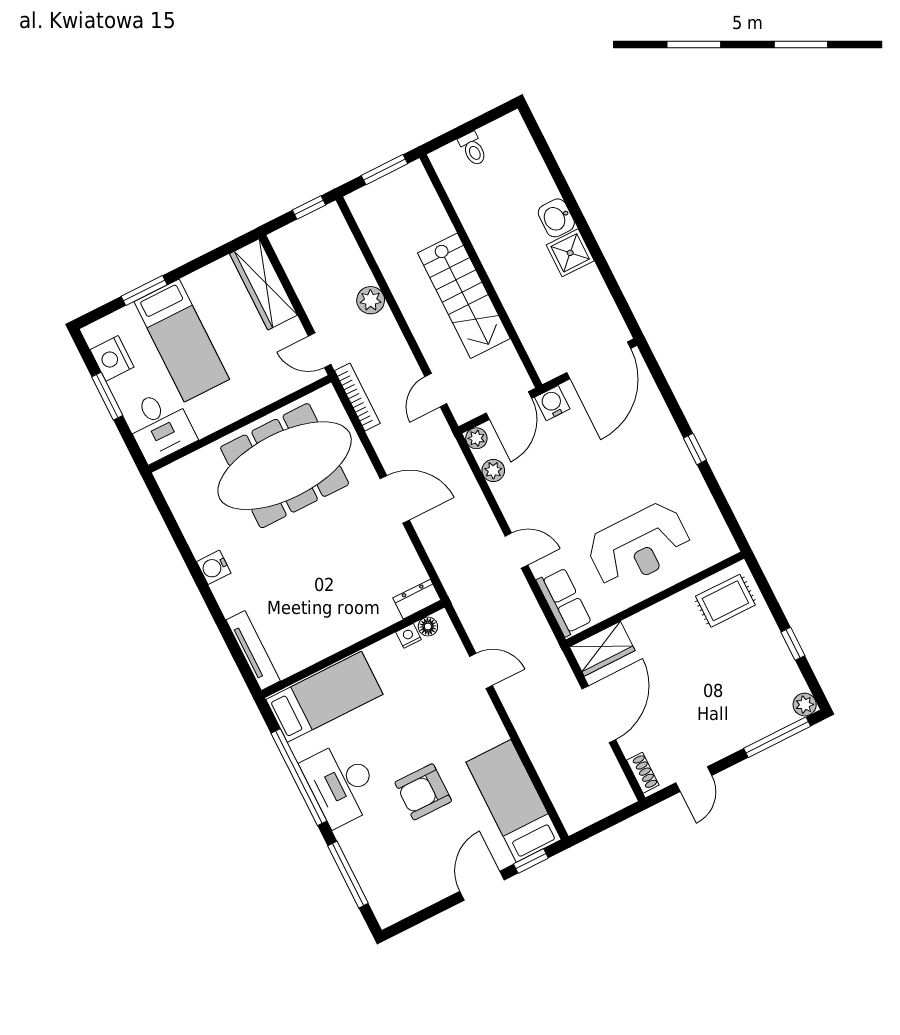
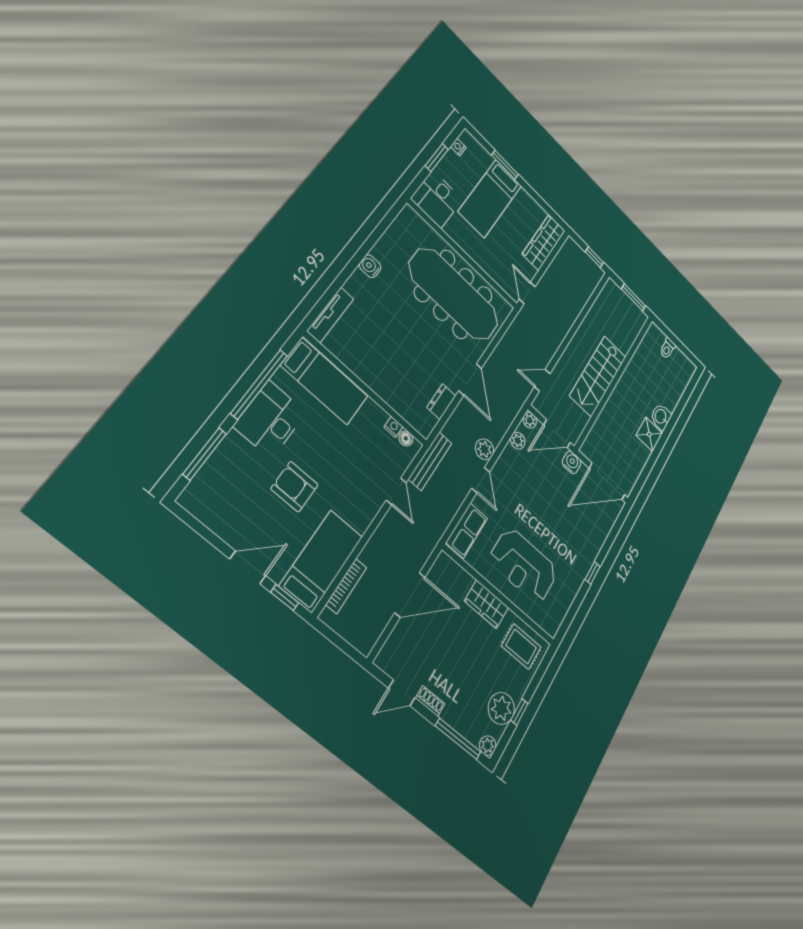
plant: (371, 300) -> (485, 449), moved
nightstand: (112, 358) -> (458, 147), width x0.53, depth x0.56
bookcase: (357, 397) -> (346, 586), moved
dresser: (417, 599) -> (441, 402), moved, turned -90
bench: (466, 608) -> (430, 461), added
wardrobe: (602, 649) -> (486, 604), moved
plant: (776, 665) -> (501, 708), added
shoe rack: (643, 773) -> (430, 701), moved, turned -90

